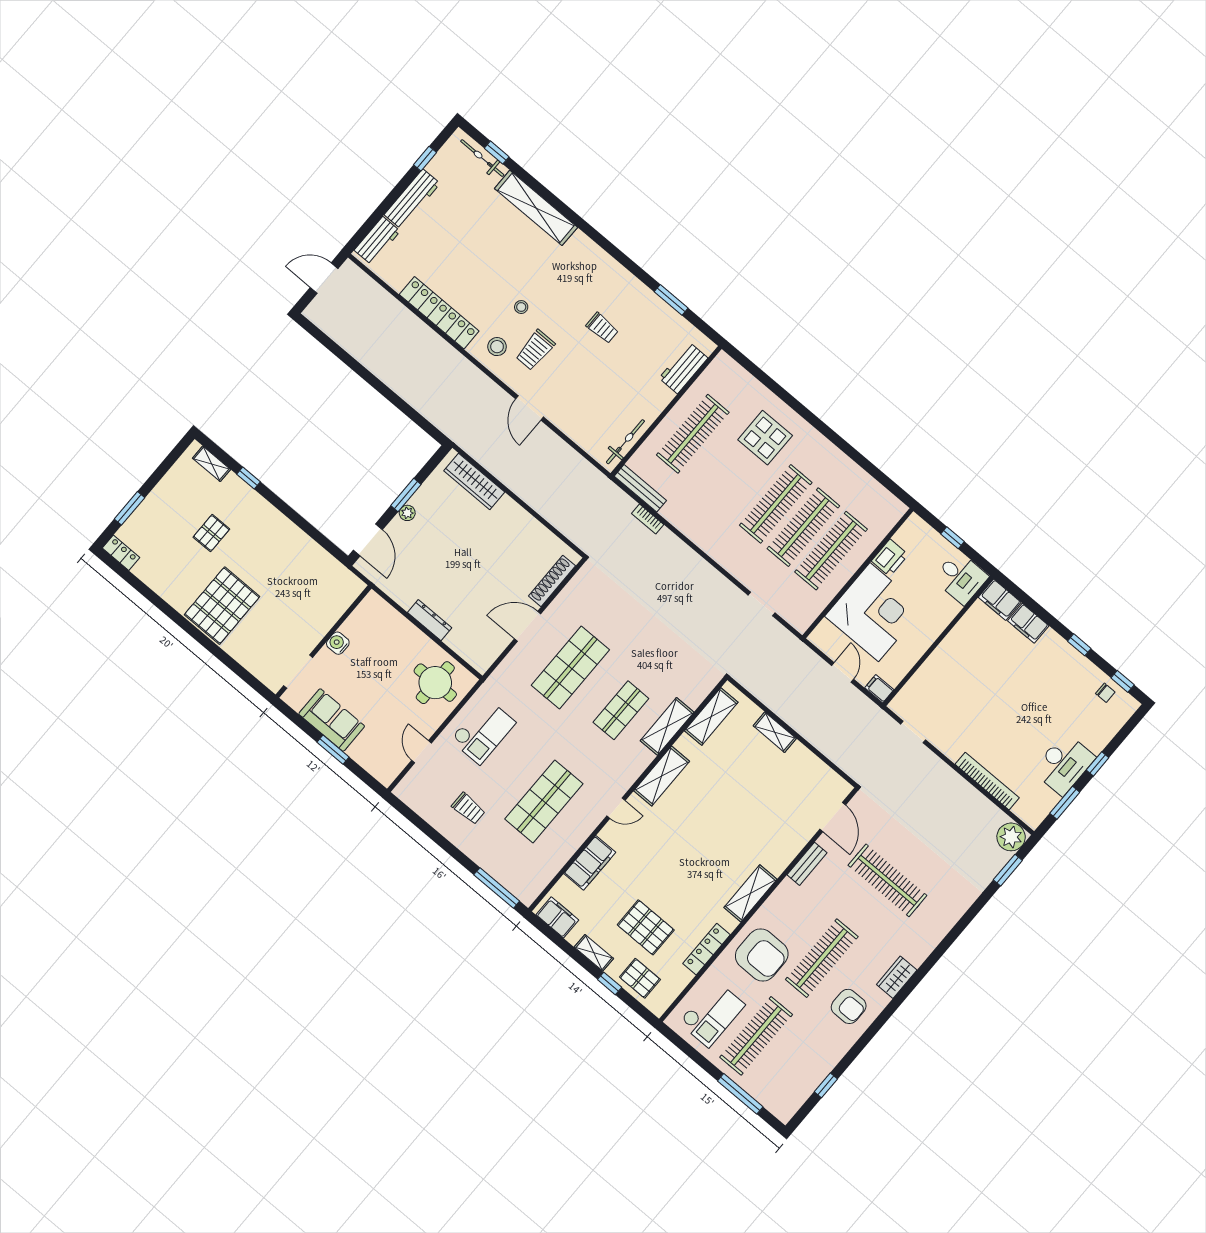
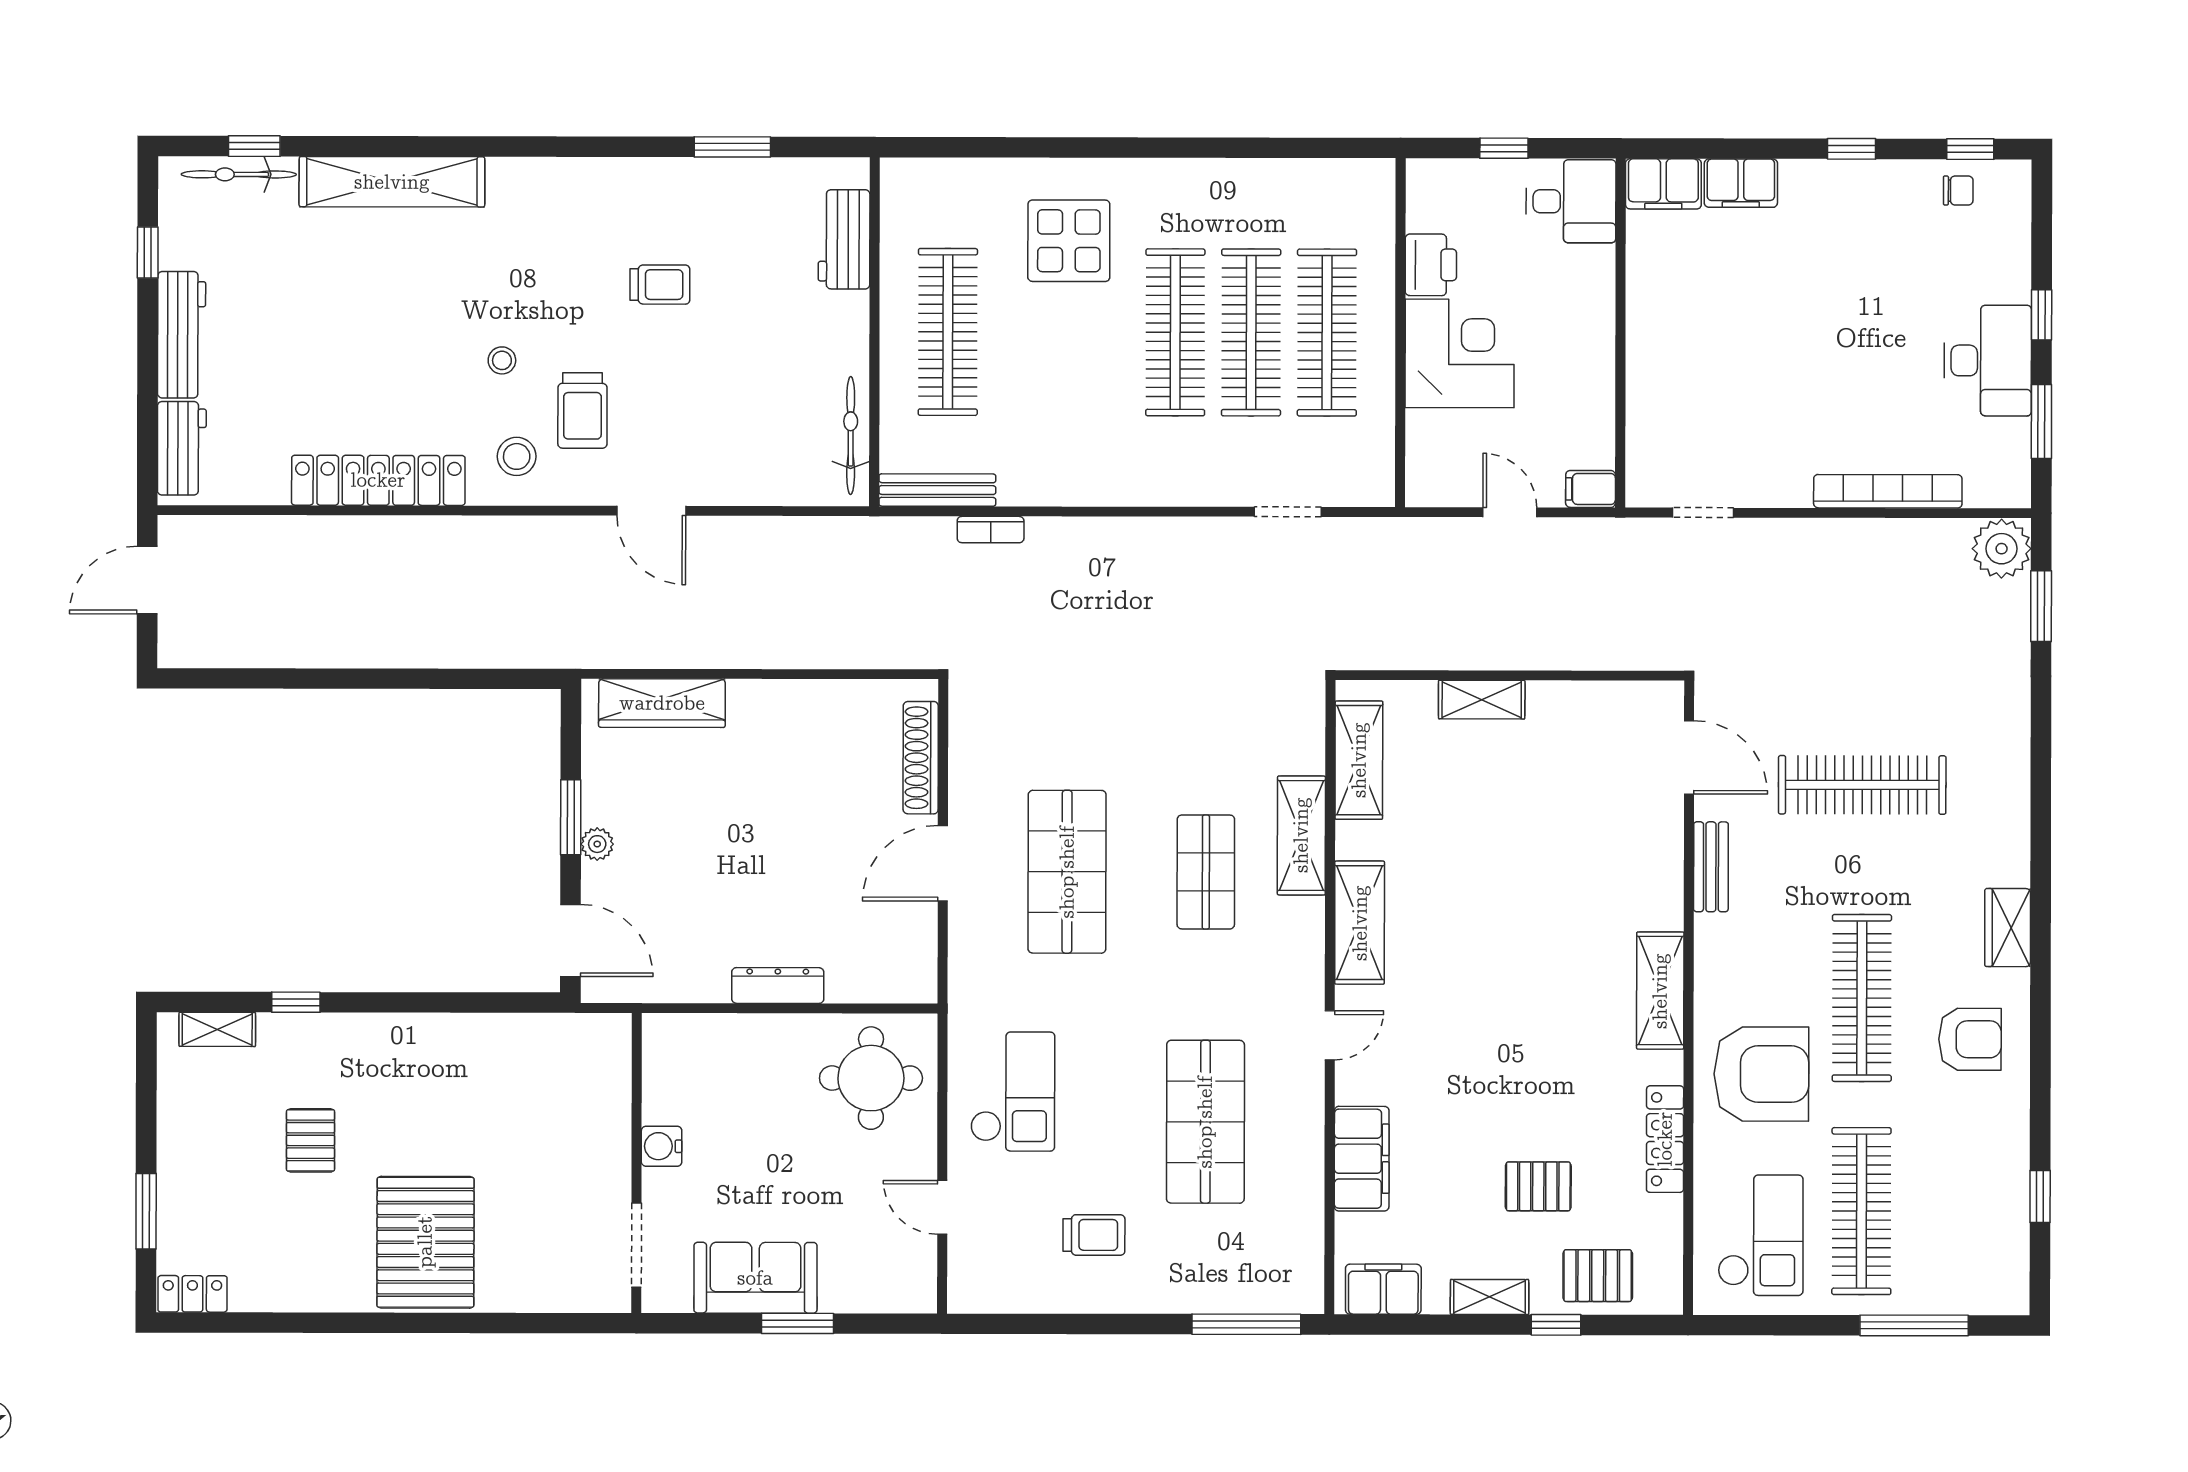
corner desk: (874, 612) -> (1460, 353), width x0.74, depth x0.74
pallet: (646, 927) -> (1538, 1186), width x0.67, depth x0.71

